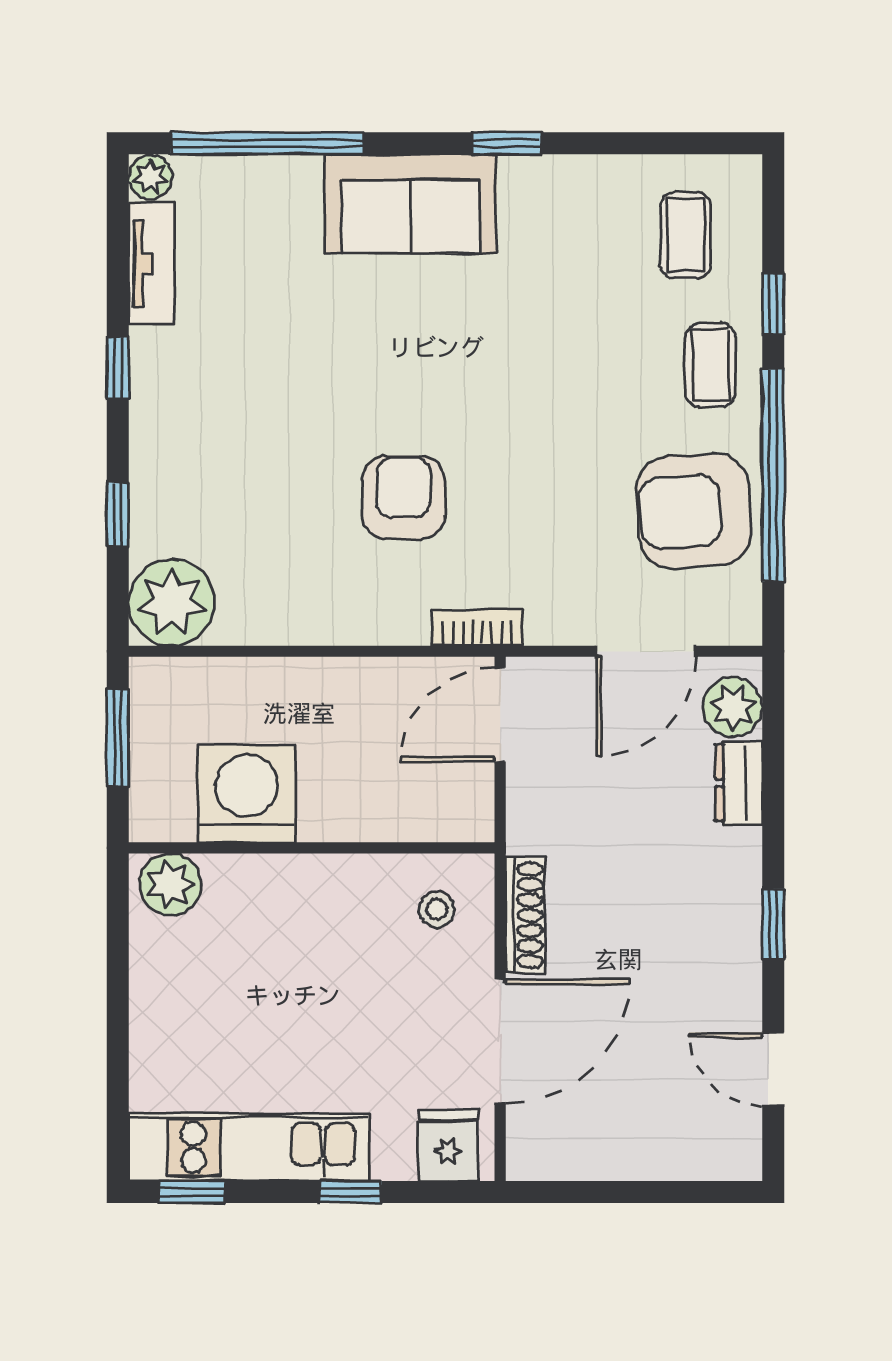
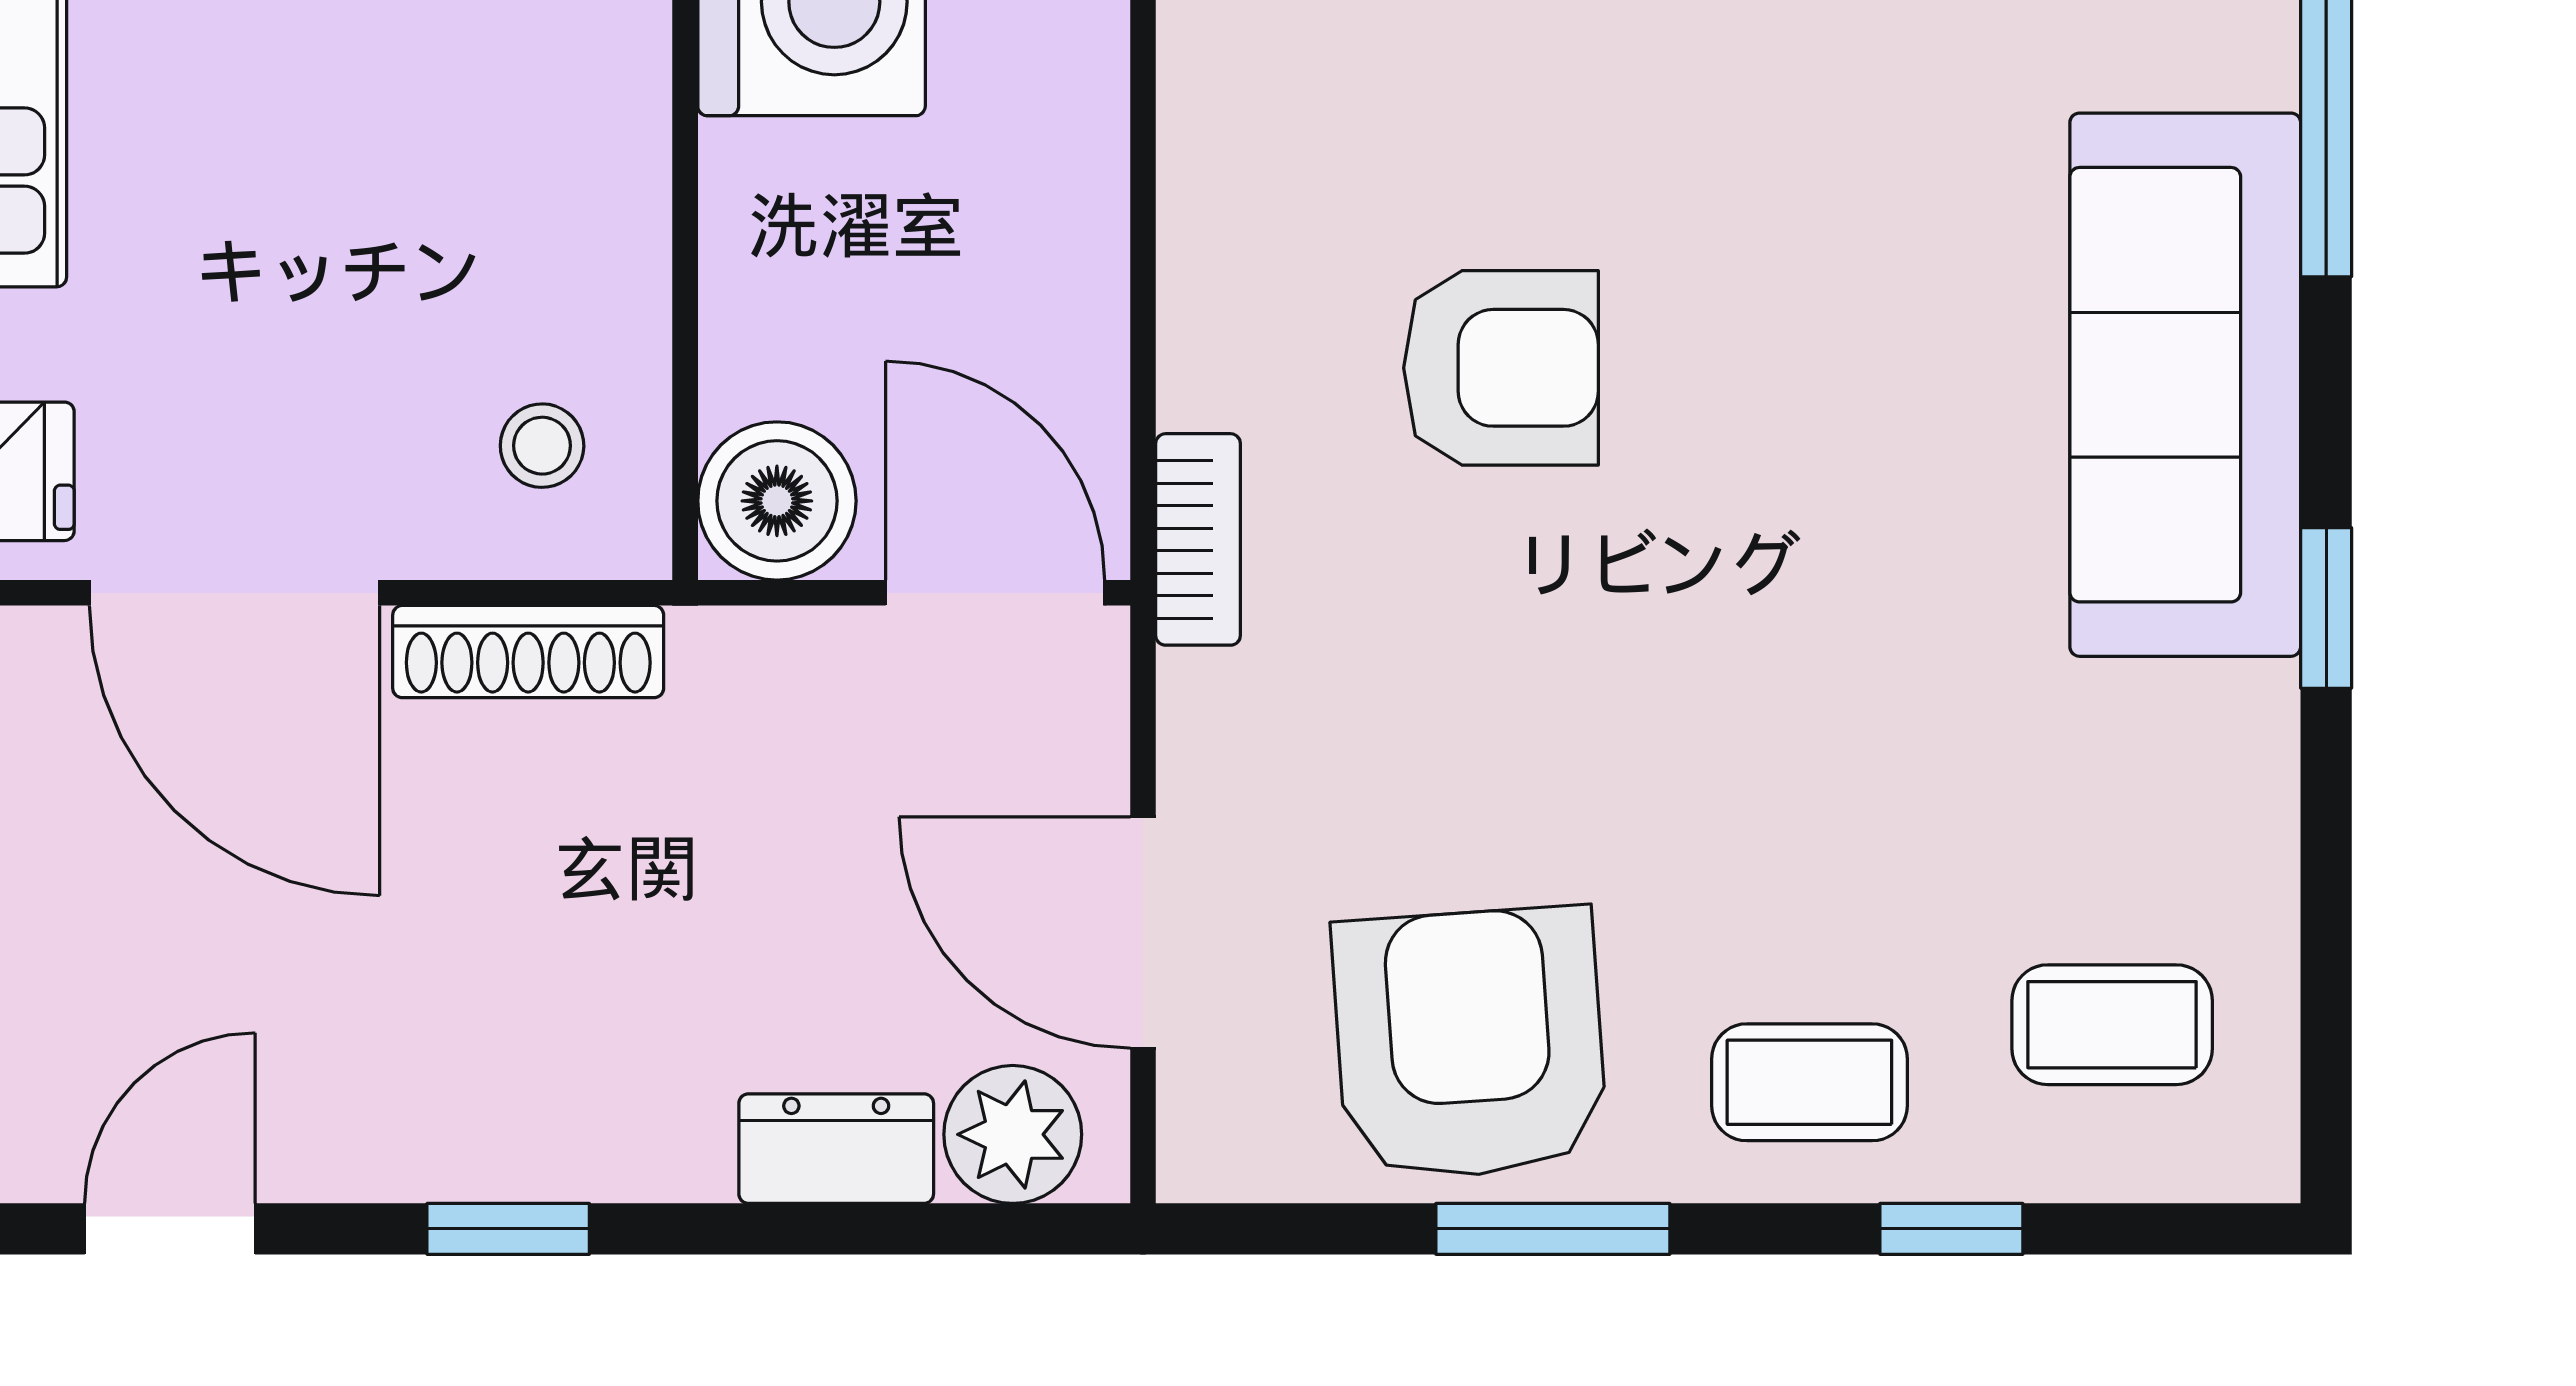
sofa: (411, 204) -> (2185, 385), width x1.36
window: (773, 475) -> (1553, 1229), width x0.47
boiler: (461, 808) -> (777, 501), added

